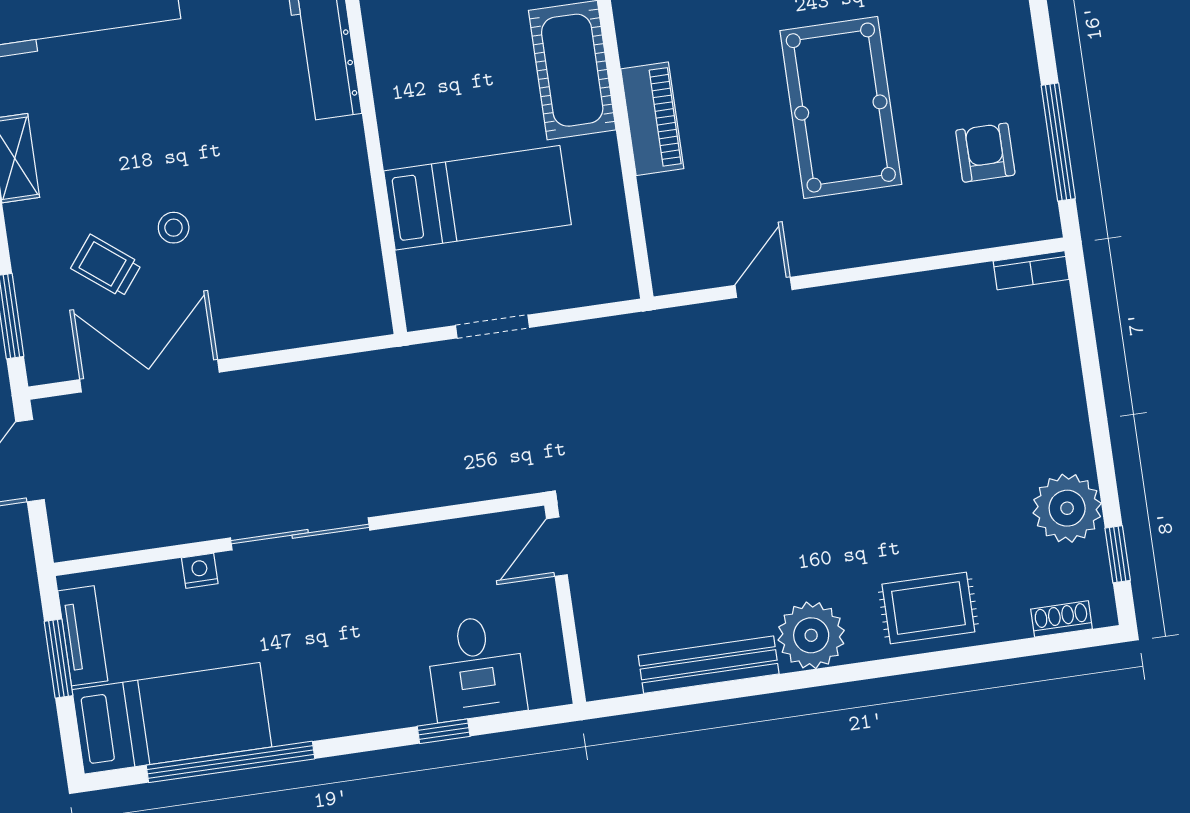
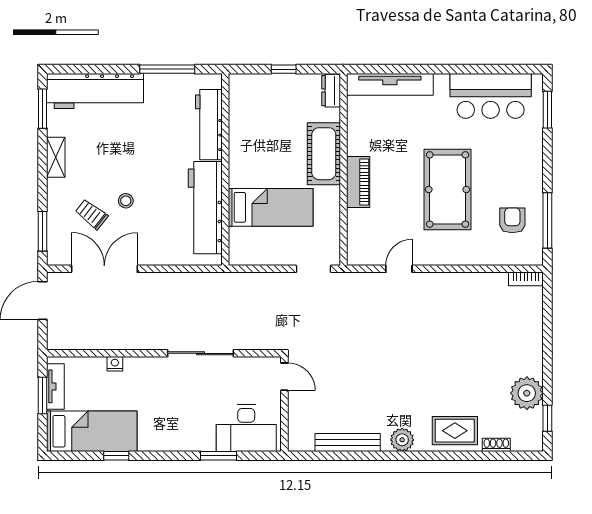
workbench: (341, 218) -> (205, 208), added
doorway: (493, 326) -> (313, 269), moved
sliding door: (300, 534) -> (201, 353), moved
door: (557, 547) -> (284, 377), swing flipped
shoe rack: (1061, 619) -> (496, 445), moved
plant: (811, 635) -> (402, 440), width x0.73, depth x0.73
desk: (476, 668) -> (246, 428), width x1.37
window: (444, 731) -> (219, 456), width x1.50
window: (230, 762) -> (116, 456), width x0.32

